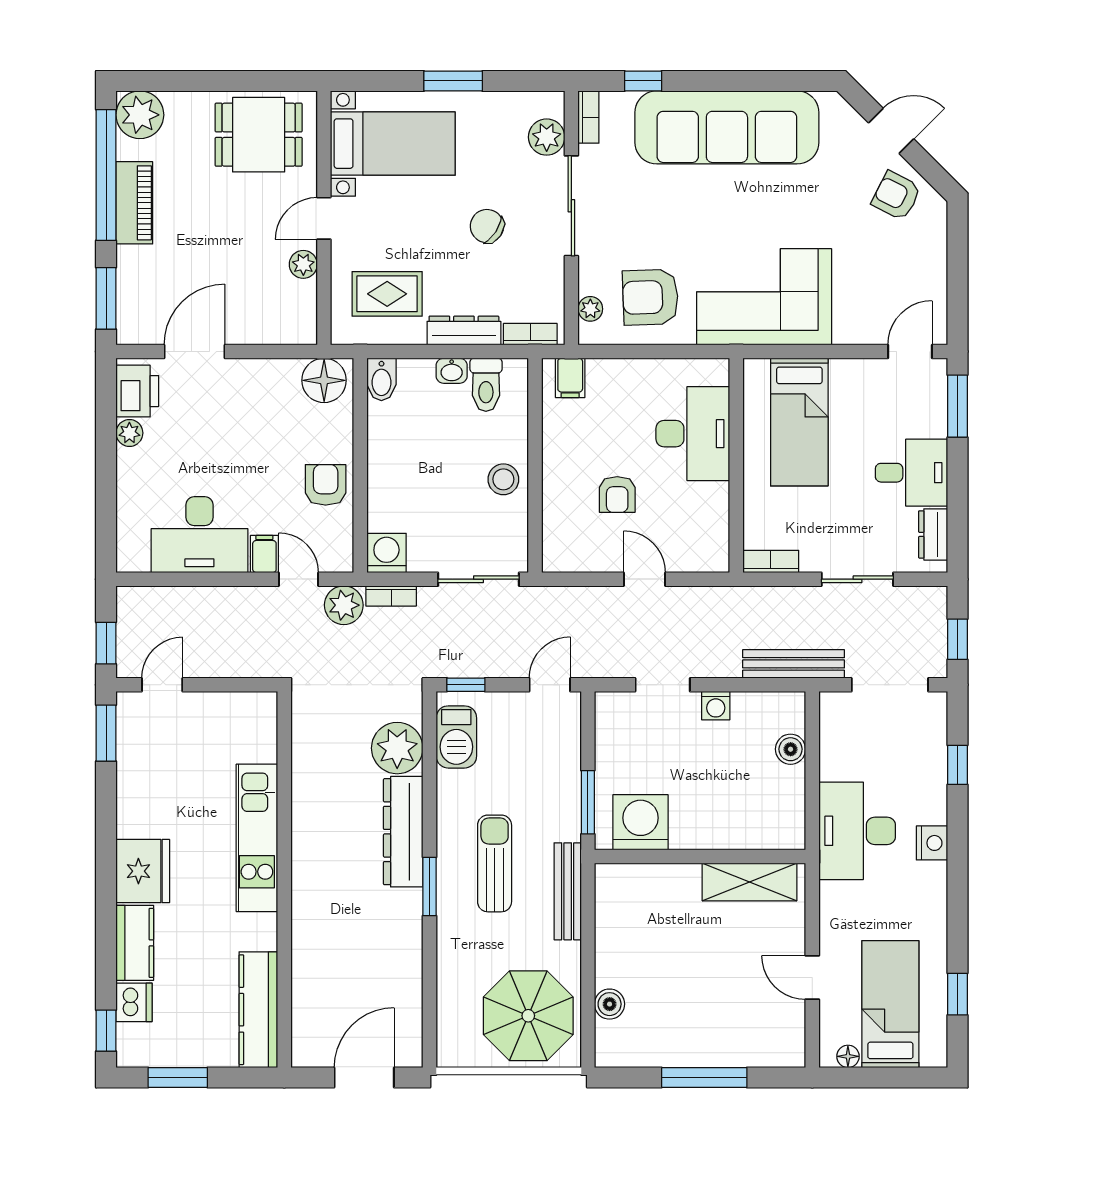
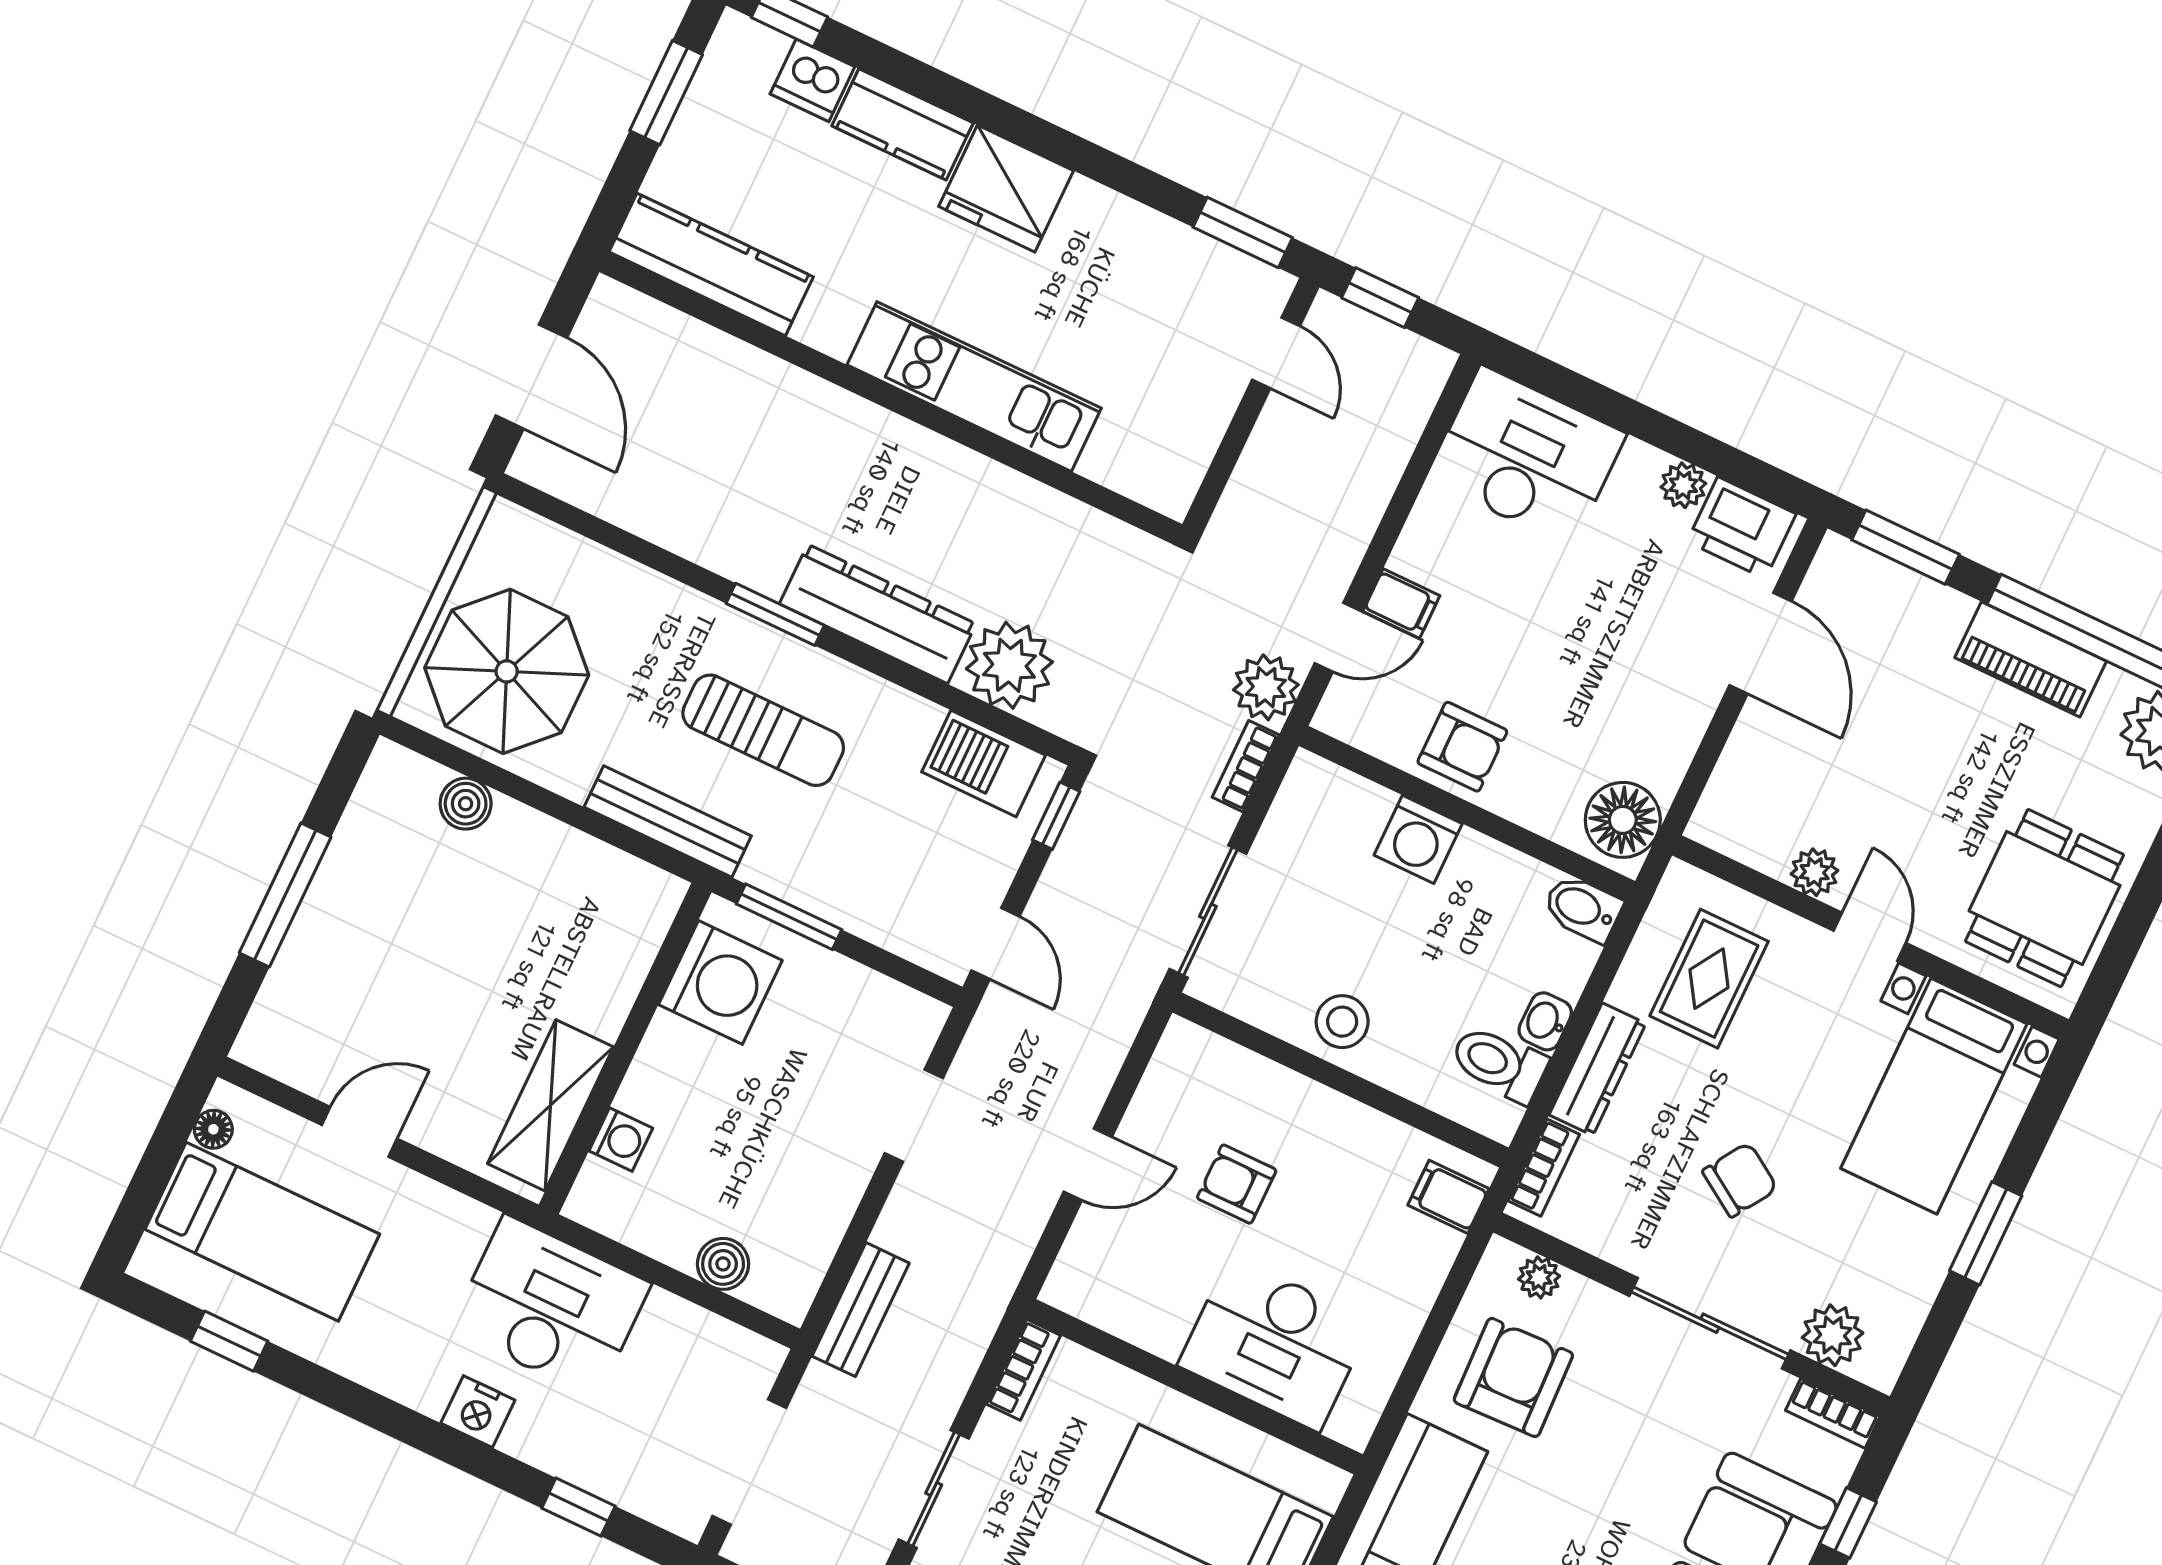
desk: (199, 535) -> (1526, 457), moved, turned 90
washing machine: (386, 553) -> (1418, 839), moved, turned 90
bench: (794, 664) -> (861, 1310), width x0.73
washing machine: (716, 706) -> (621, 1139), moved, turned 180

